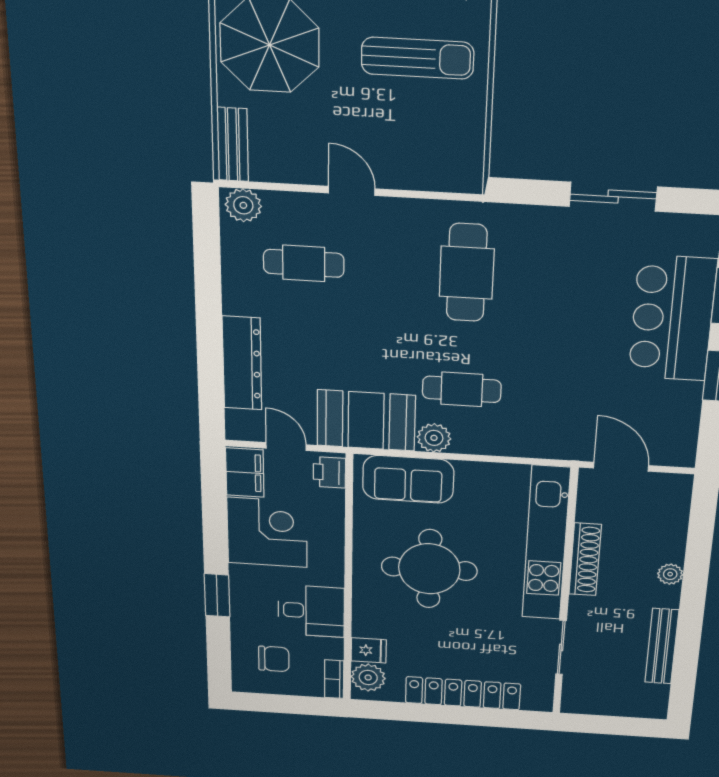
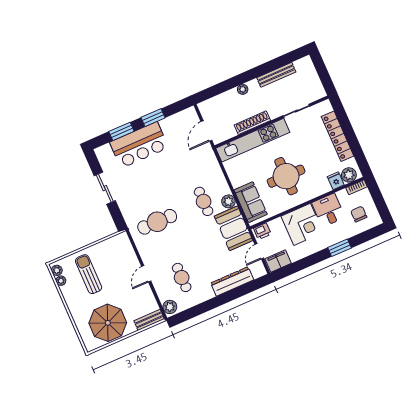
corner desk: (267, 533) -> (302, 224), moved, turned 180

